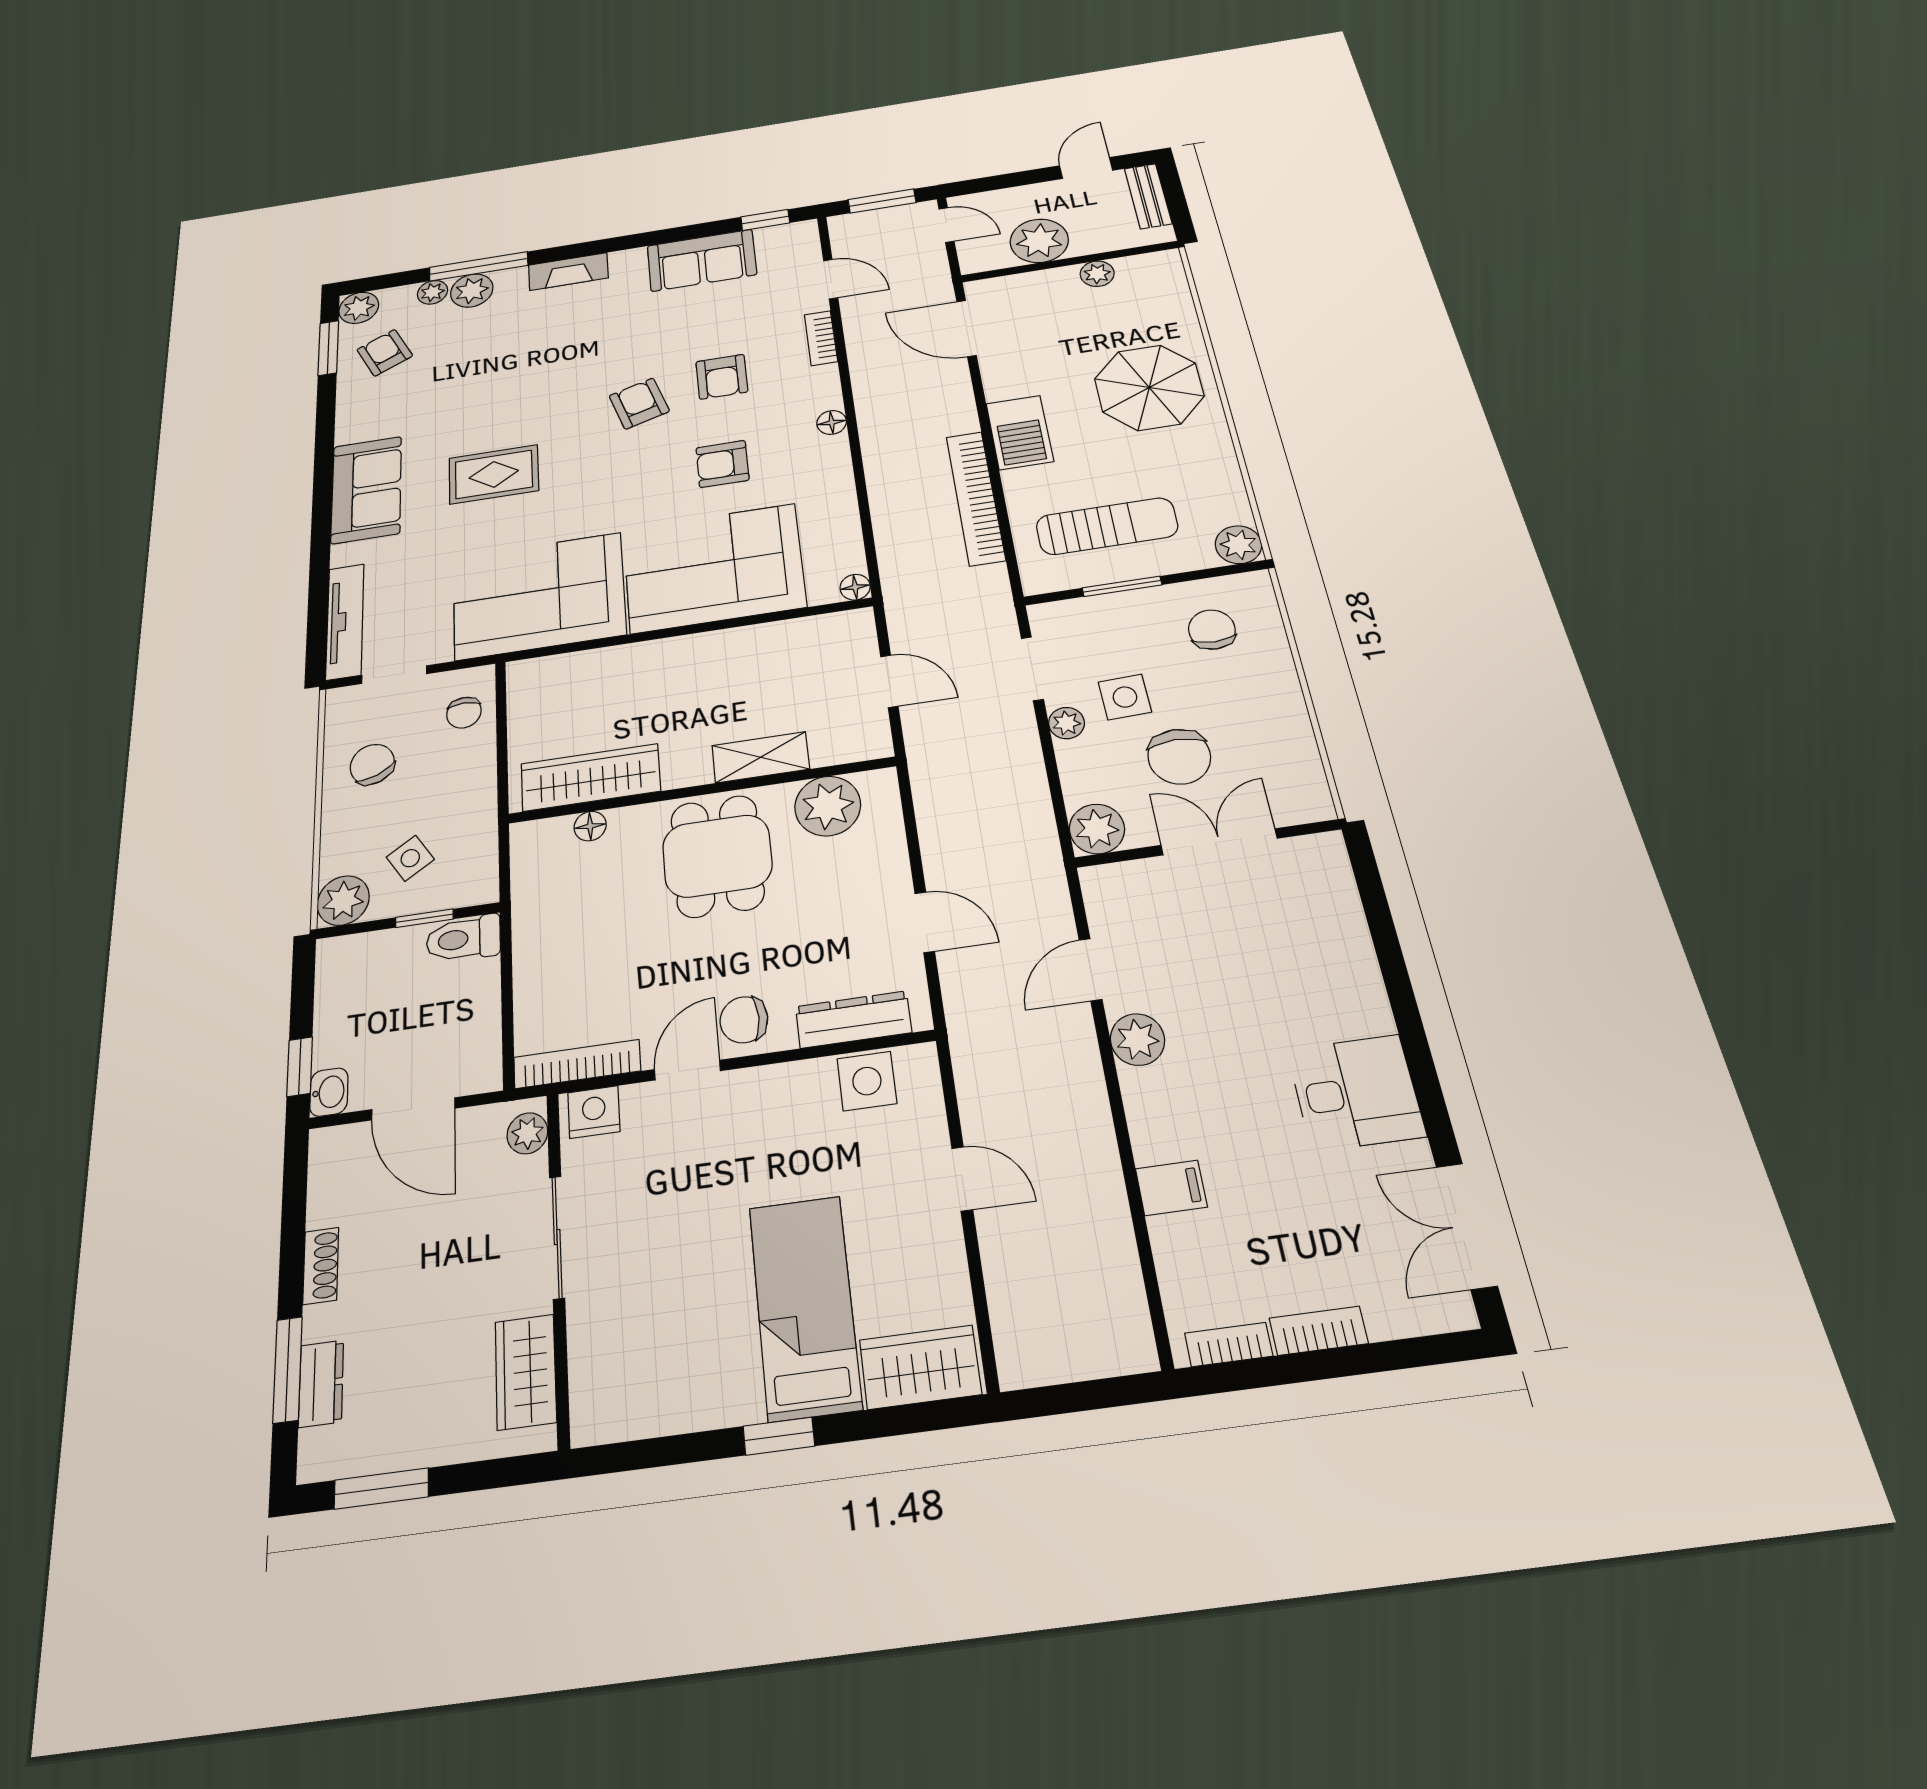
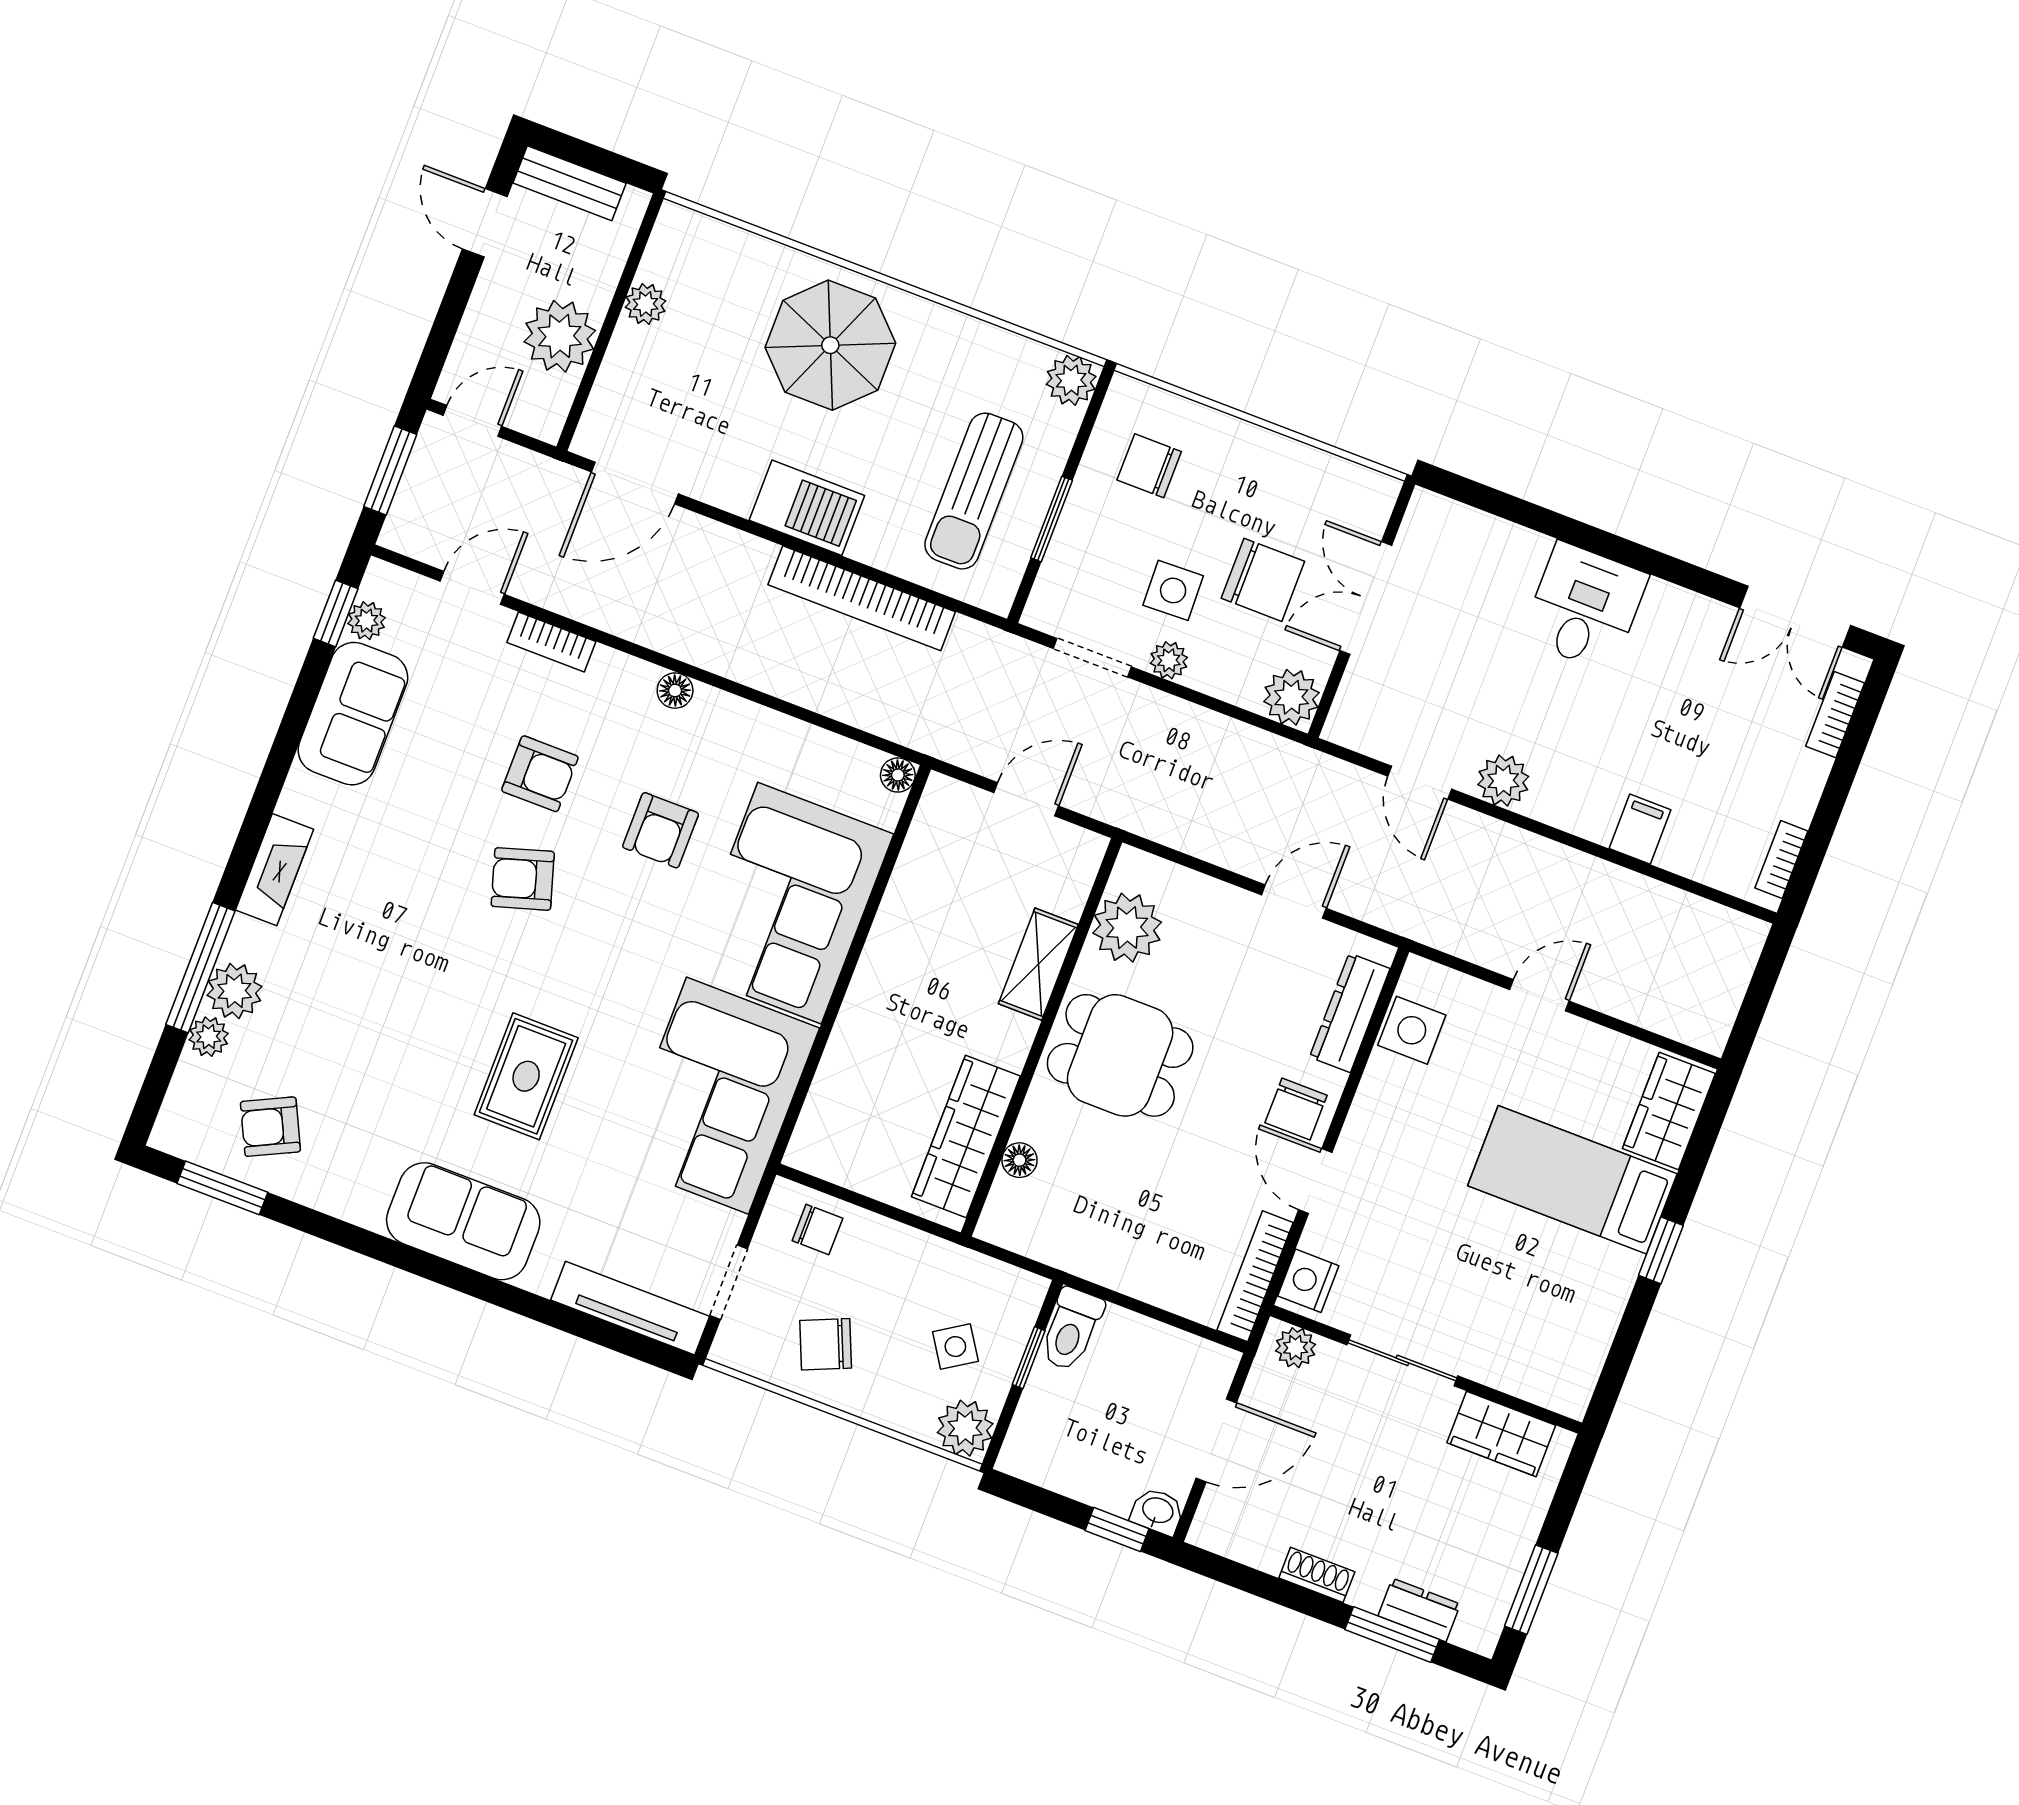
plant: (359, 308) -> (366, 621), moved, width x0.73, depth x0.73
sun lounger: (1107, 526) -> (974, 491), turned 180
desk: (1356, 1093) -> (1585, 607), moved
bookcase: (1319, 1331) -> (1835, 715), moved

